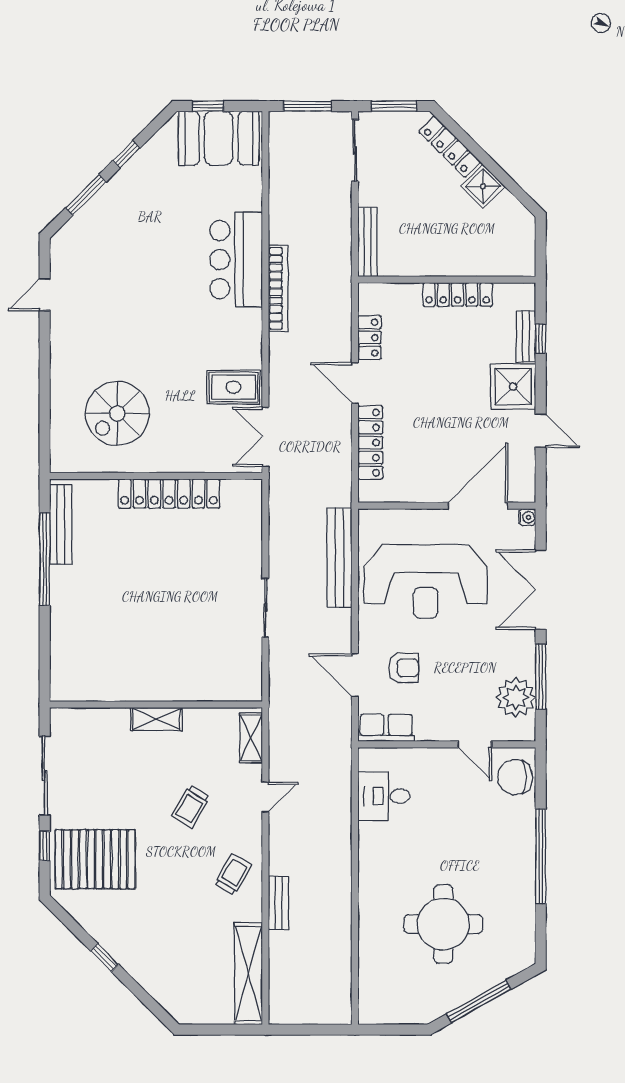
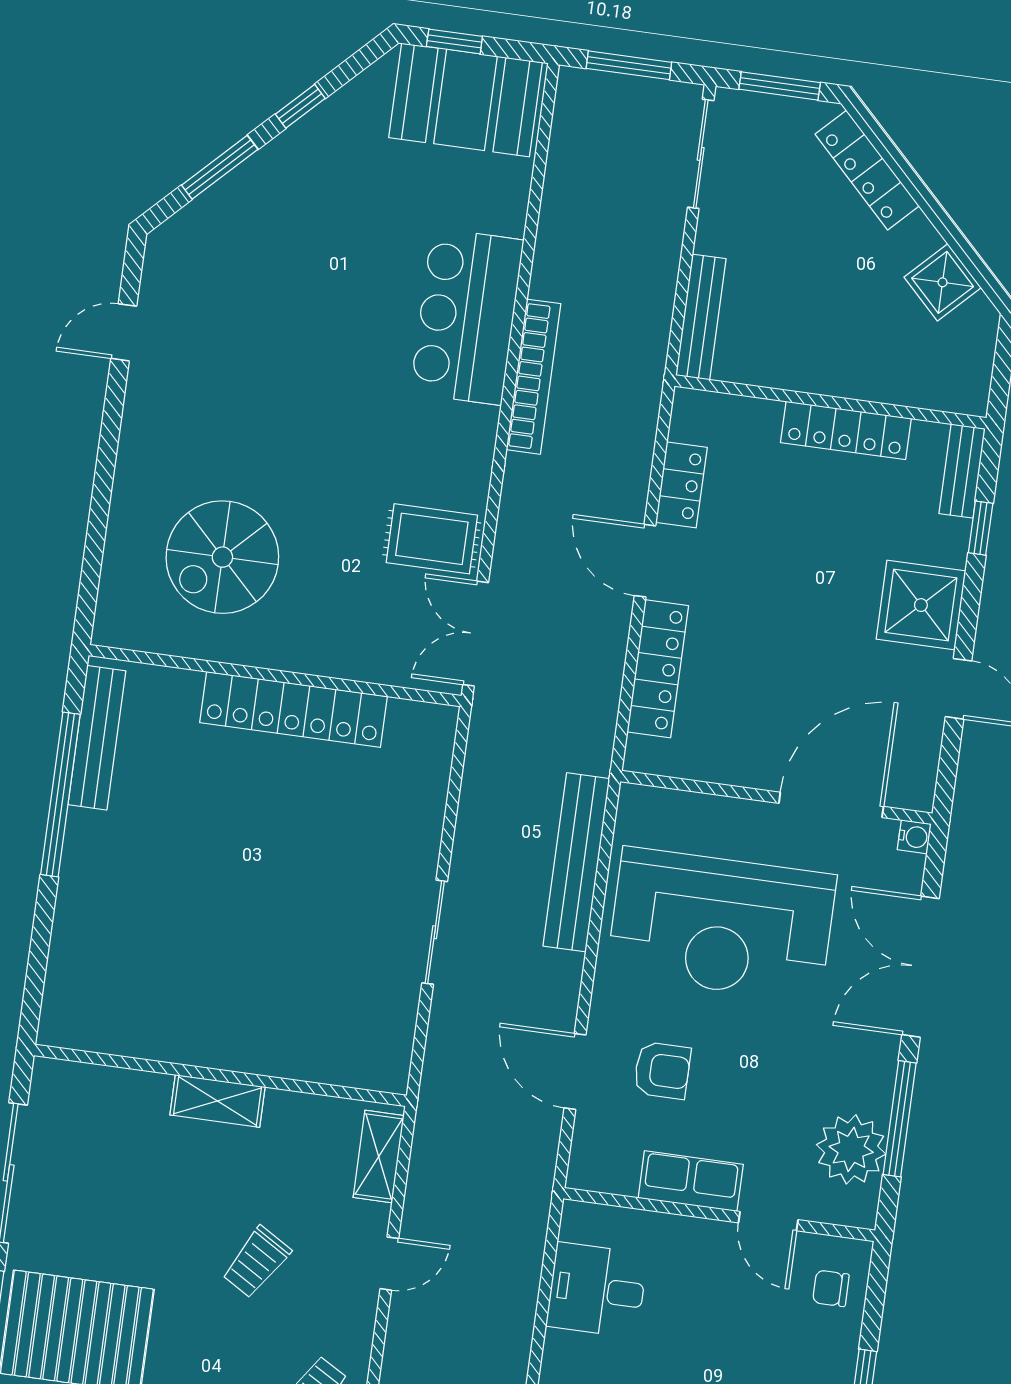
shower: (483, 186) -> (943, 282), moved
bench: (526, 336) -> (962, 471), moved
row of seats: (386, 728) -> (691, 1181), moved
chair: (515, 777) -> (831, 1288), width x0.54, depth x0.54

